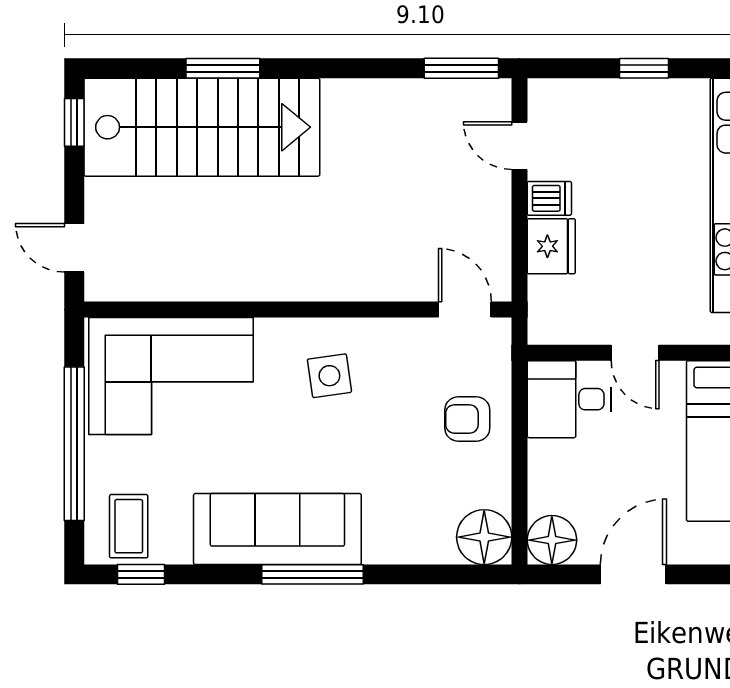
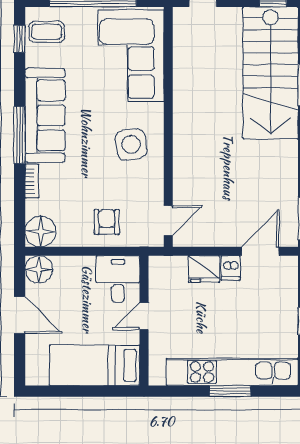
door: (520, 146) -> (260, 251), width x1.38
side table: (329, 376) -> (131, 145), width x1.37, depth x1.37
bookcase: (395, 553) -> (32, 181), added

